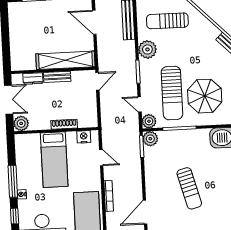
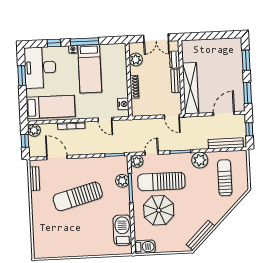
plant: (21, 123) -> (136, 59), moved
plant: (150, 139) -> (122, 181), moved
door: (101, 158) -> (105, 119), hinge flipped
bed: (54, 160) -> (90, 69), moved, turned -90
sun lounger: (189, 188) -> (78, 196), width x1.36, depth x1.34

